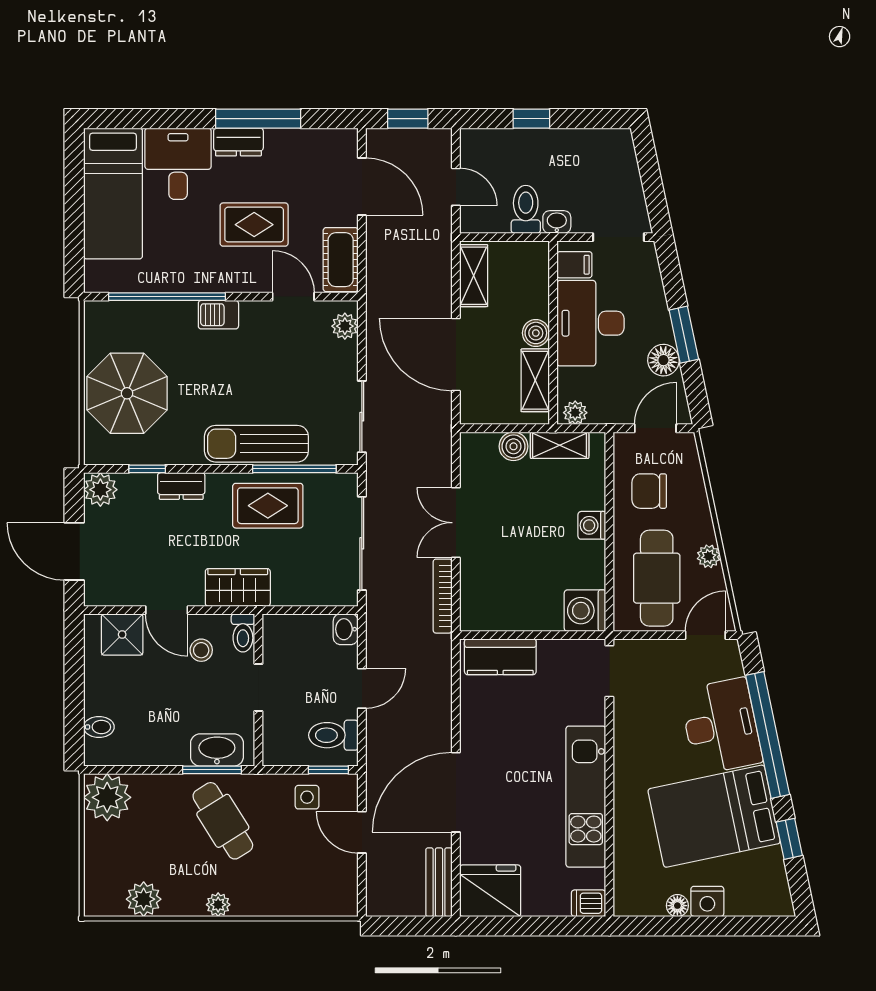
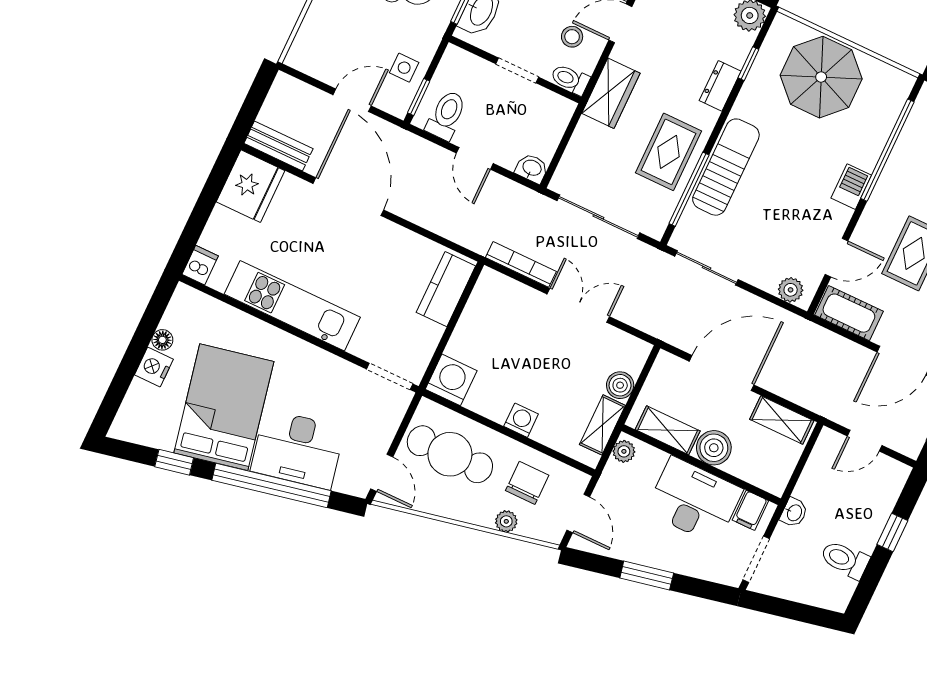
toilet: (526, 209) -> (845, 560), moved, turned 180
boiler: (536, 333) -> (714, 448), width x1.36, depth x1.36
floor lamp: (663, 360) -> (633, 548), removed
plant: (709, 556) -> (506, 521), moved

